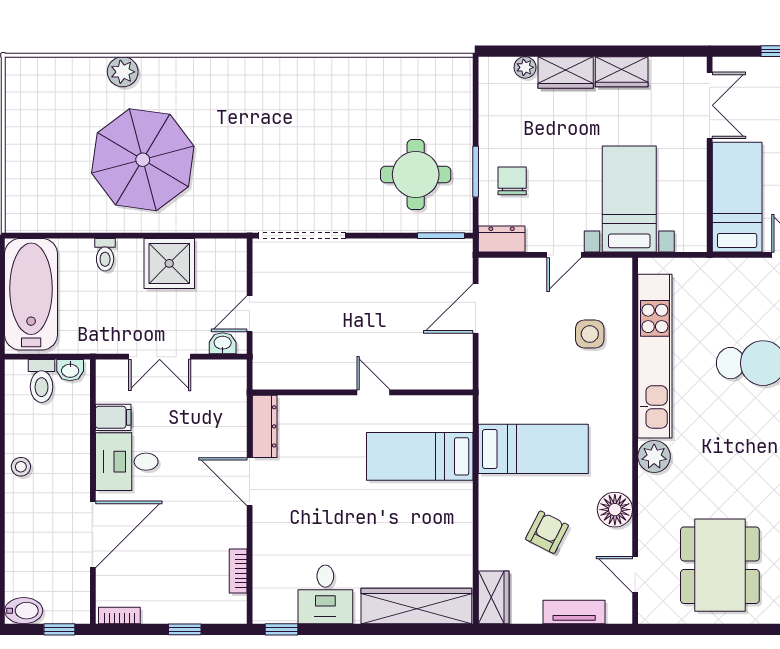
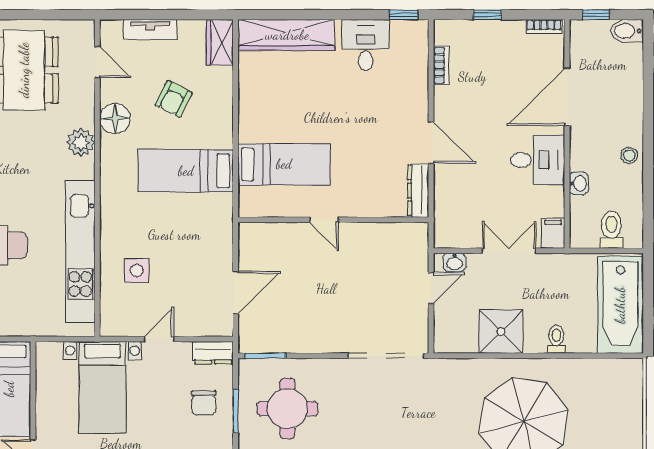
washbasin: (70, 370) -> (579, 183), moved, turned 90
filing cabinet: (113, 417) -> (553, 233), moved, turned 90
plant: (654, 456) -> (81, 142), moved

